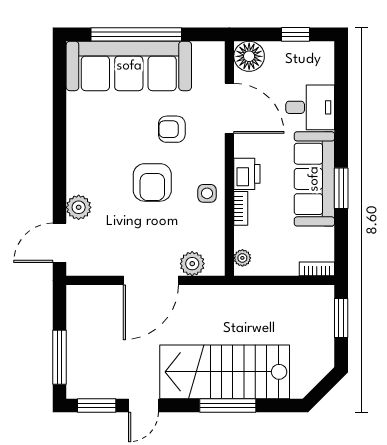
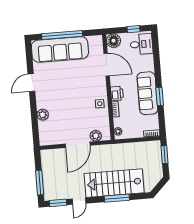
desk: (310, 107) -> (141, 44), moved
armchair: (172, 129) -> (82, 76), removed
armchair: (152, 182) -> (75, 101), removed
door: (60, 243) -> (31, 83), moved

